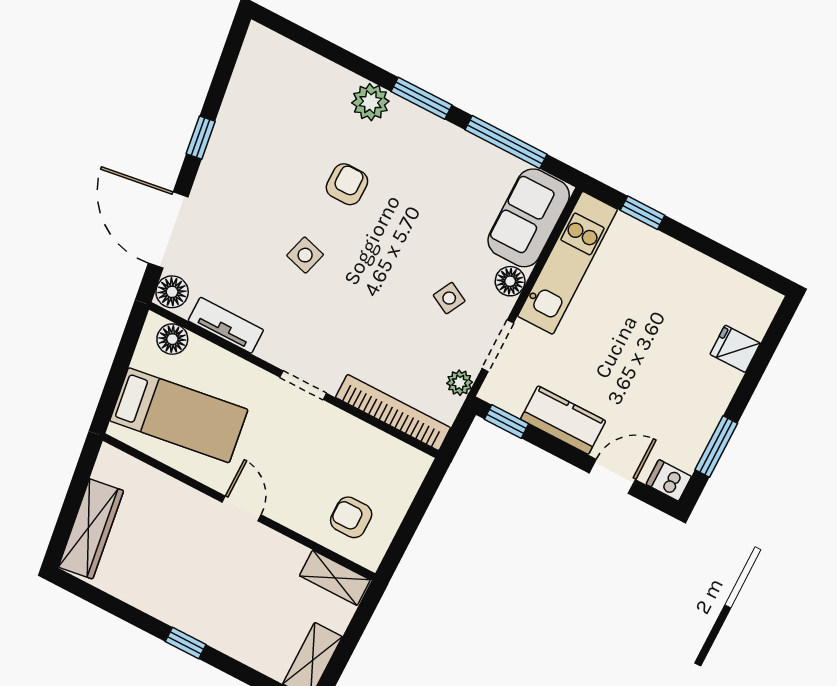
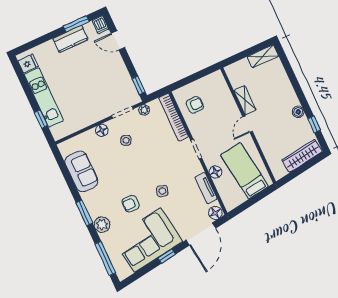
corner sofa: (261, 140) -> (148, 240), added
window: (506, 142) -> (105, 258), moved
sofa: (529, 218) -> (81, 171), moved, turned -90
kitchen unit: (568, 263) -> (44, 97), moved, turned 90
floor lamp: (172, 339) -> (216, 172), moved
fridge: (735, 349) -> (28, 64), moved, turned -90
kitchen counter: (563, 420) -> (70, 39), moved, turned -90
armchair: (351, 517) -> (195, 105), moved, turned -90
shelving: (335, 578) -> (245, 100), moved
boiler: (163, 607) -> (298, 112), added
window: (186, 643) -> (314, 124), moved

